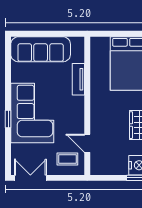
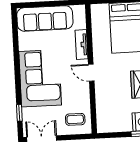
window: (8, 119) -> (19, 113), moved
door: (87, 143) -> (91, 73), moved

